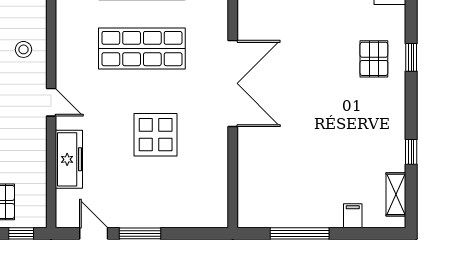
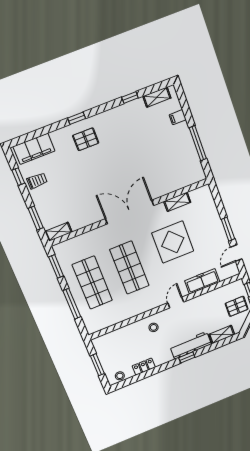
display table: (156, 135) -> (173, 242), width x1.36, depth x1.36
shelving: (219, 166) -> (177, 202), added

